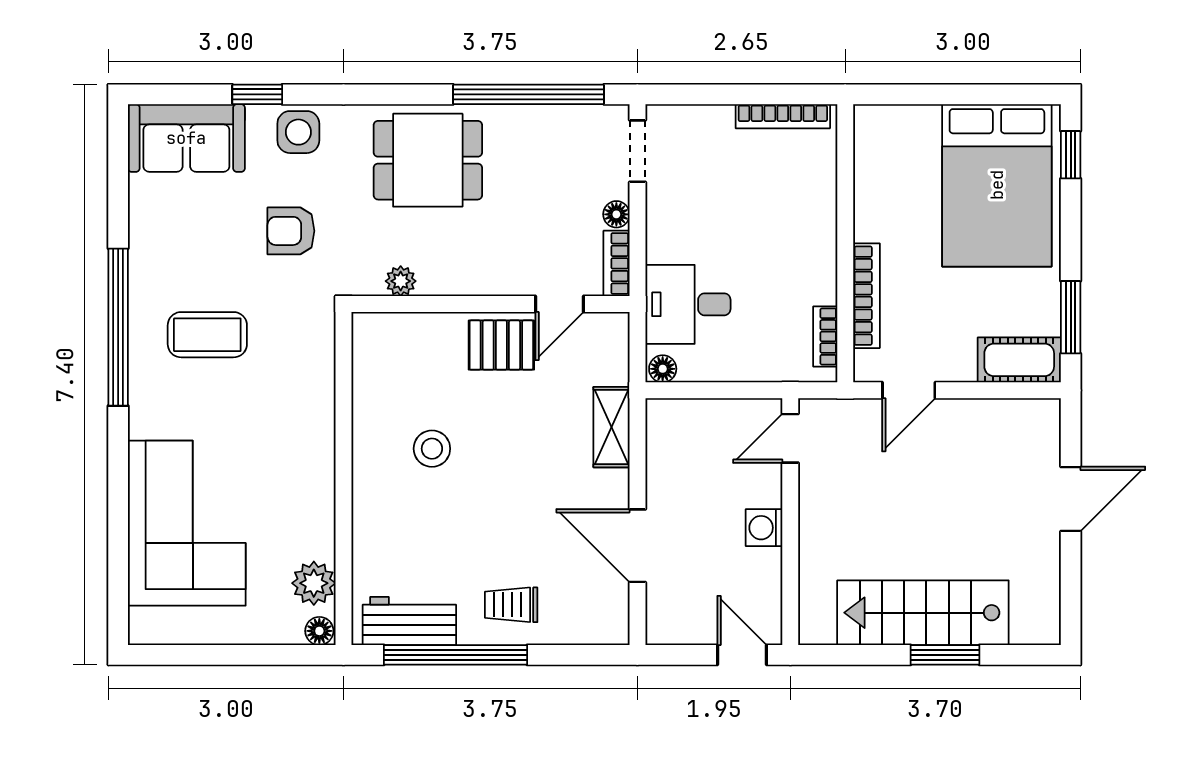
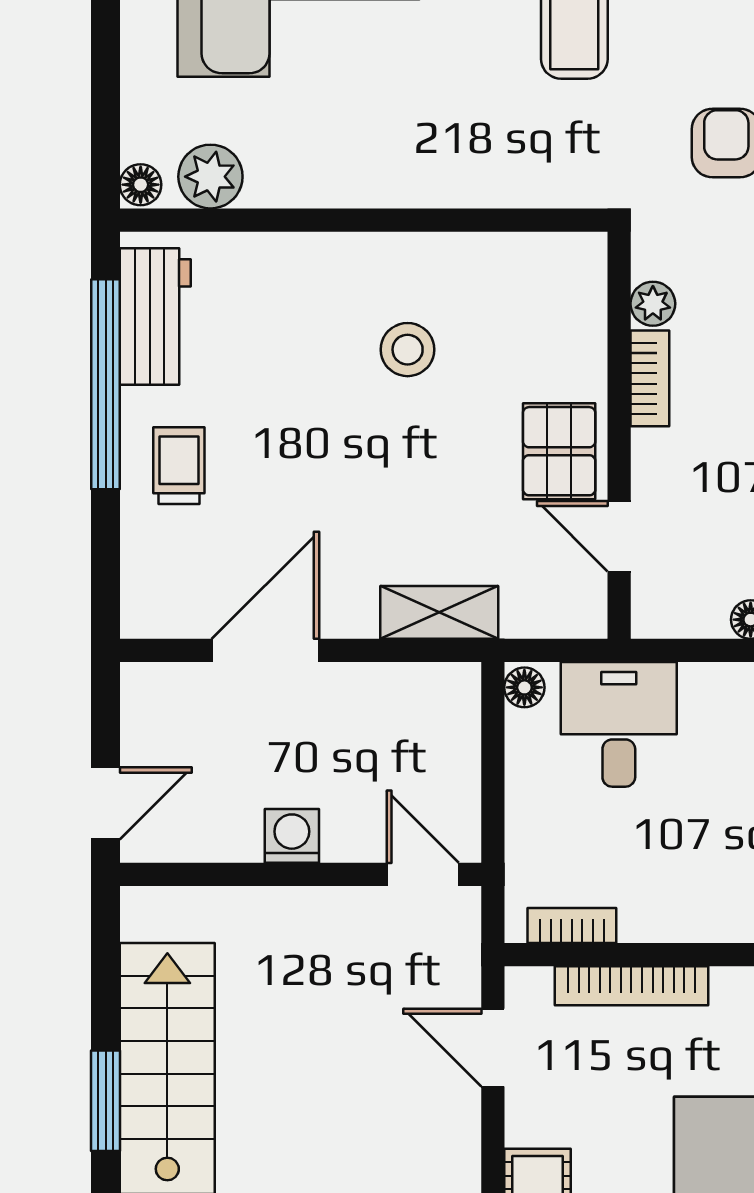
bookcase: (616, 263) -> (650, 378), moved, turned 90

